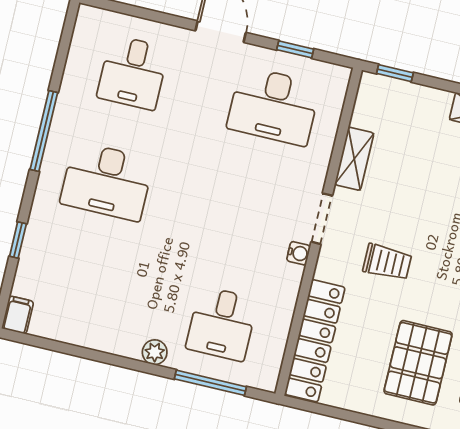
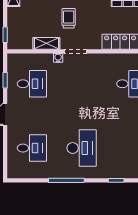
desk: (274, 106) -> (32, 84), width x0.73
water cooler: (298, 253) -> (58, 58), moved
trolley: (387, 262) -> (69, 18), moved

